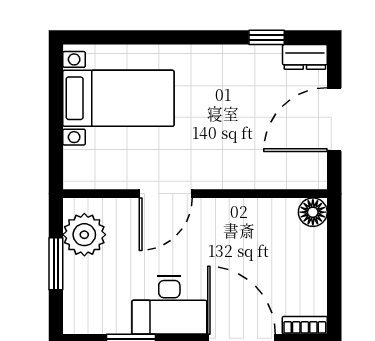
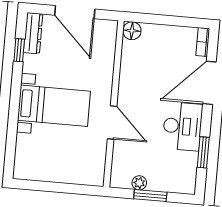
dresser: (305, 57) -> (33, 33), width x1.44
bed with nightstands: (118, 98) -> (54, 106), moved, turned 90
plant: (84, 235) -> (139, 183), width x0.53, depth x0.53

